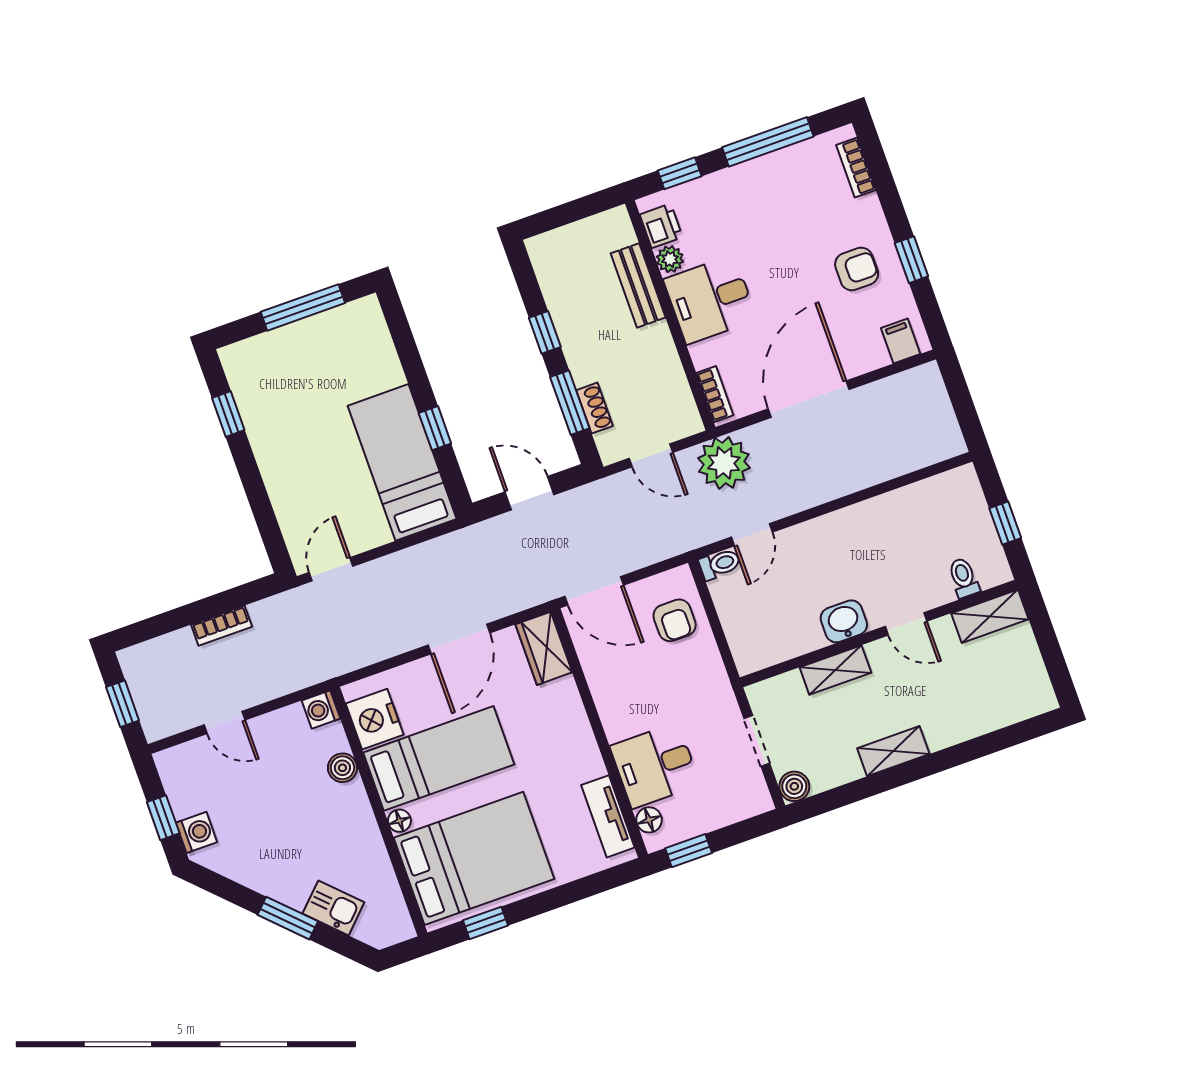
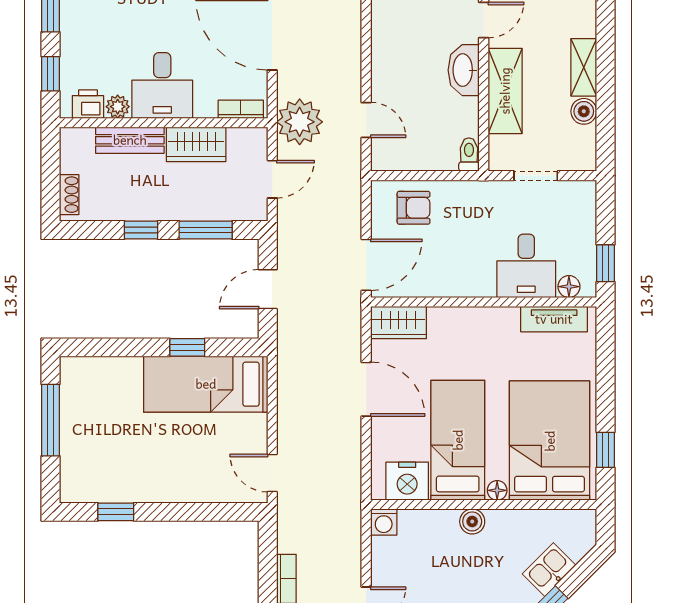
wardrobe: (659, 359) -> (196, 144), added
shoe rack: (595, 408) -> (69, 195), moved, turned 90
toilet: (720, 564) -> (469, 155), moved
washbasin: (844, 621) -> (464, 70), width x1.38
shelving: (835, 670) -> (505, 91), width x1.50, depth x1.33
boiler: (342, 768) -> (472, 521), moved
boiler: (794, 786) -> (584, 111), moved

